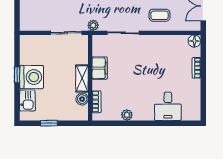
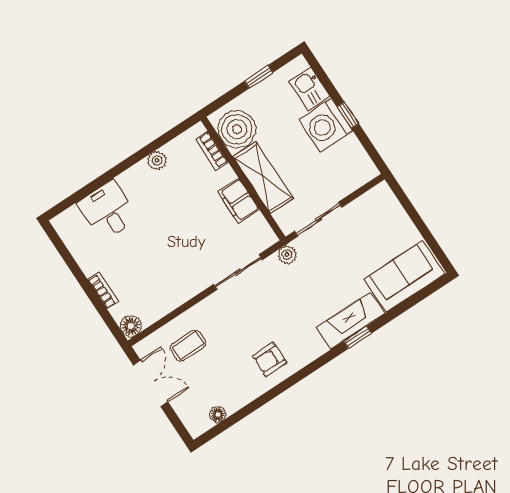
coffee table: (160, 15) -> (188, 346), moved
shelving: (82, 78) -> (263, 178), width x1.50, depth x1.33
boiler: (82, 99) -> (237, 129), width x1.86, depth x1.86

